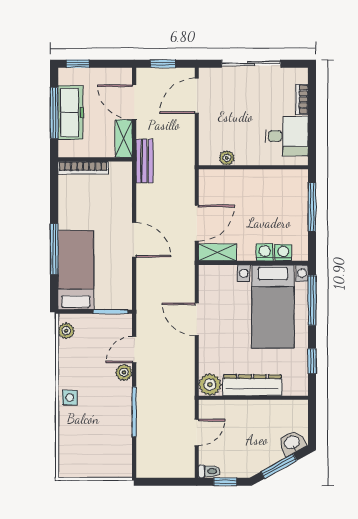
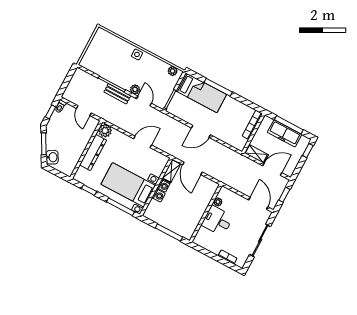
desk: (287, 136) -> (217, 221), moved, turned 90
bench: (145, 161) -> (117, 94), moved
washing machine: (283, 253) -> (163, 186), moved

